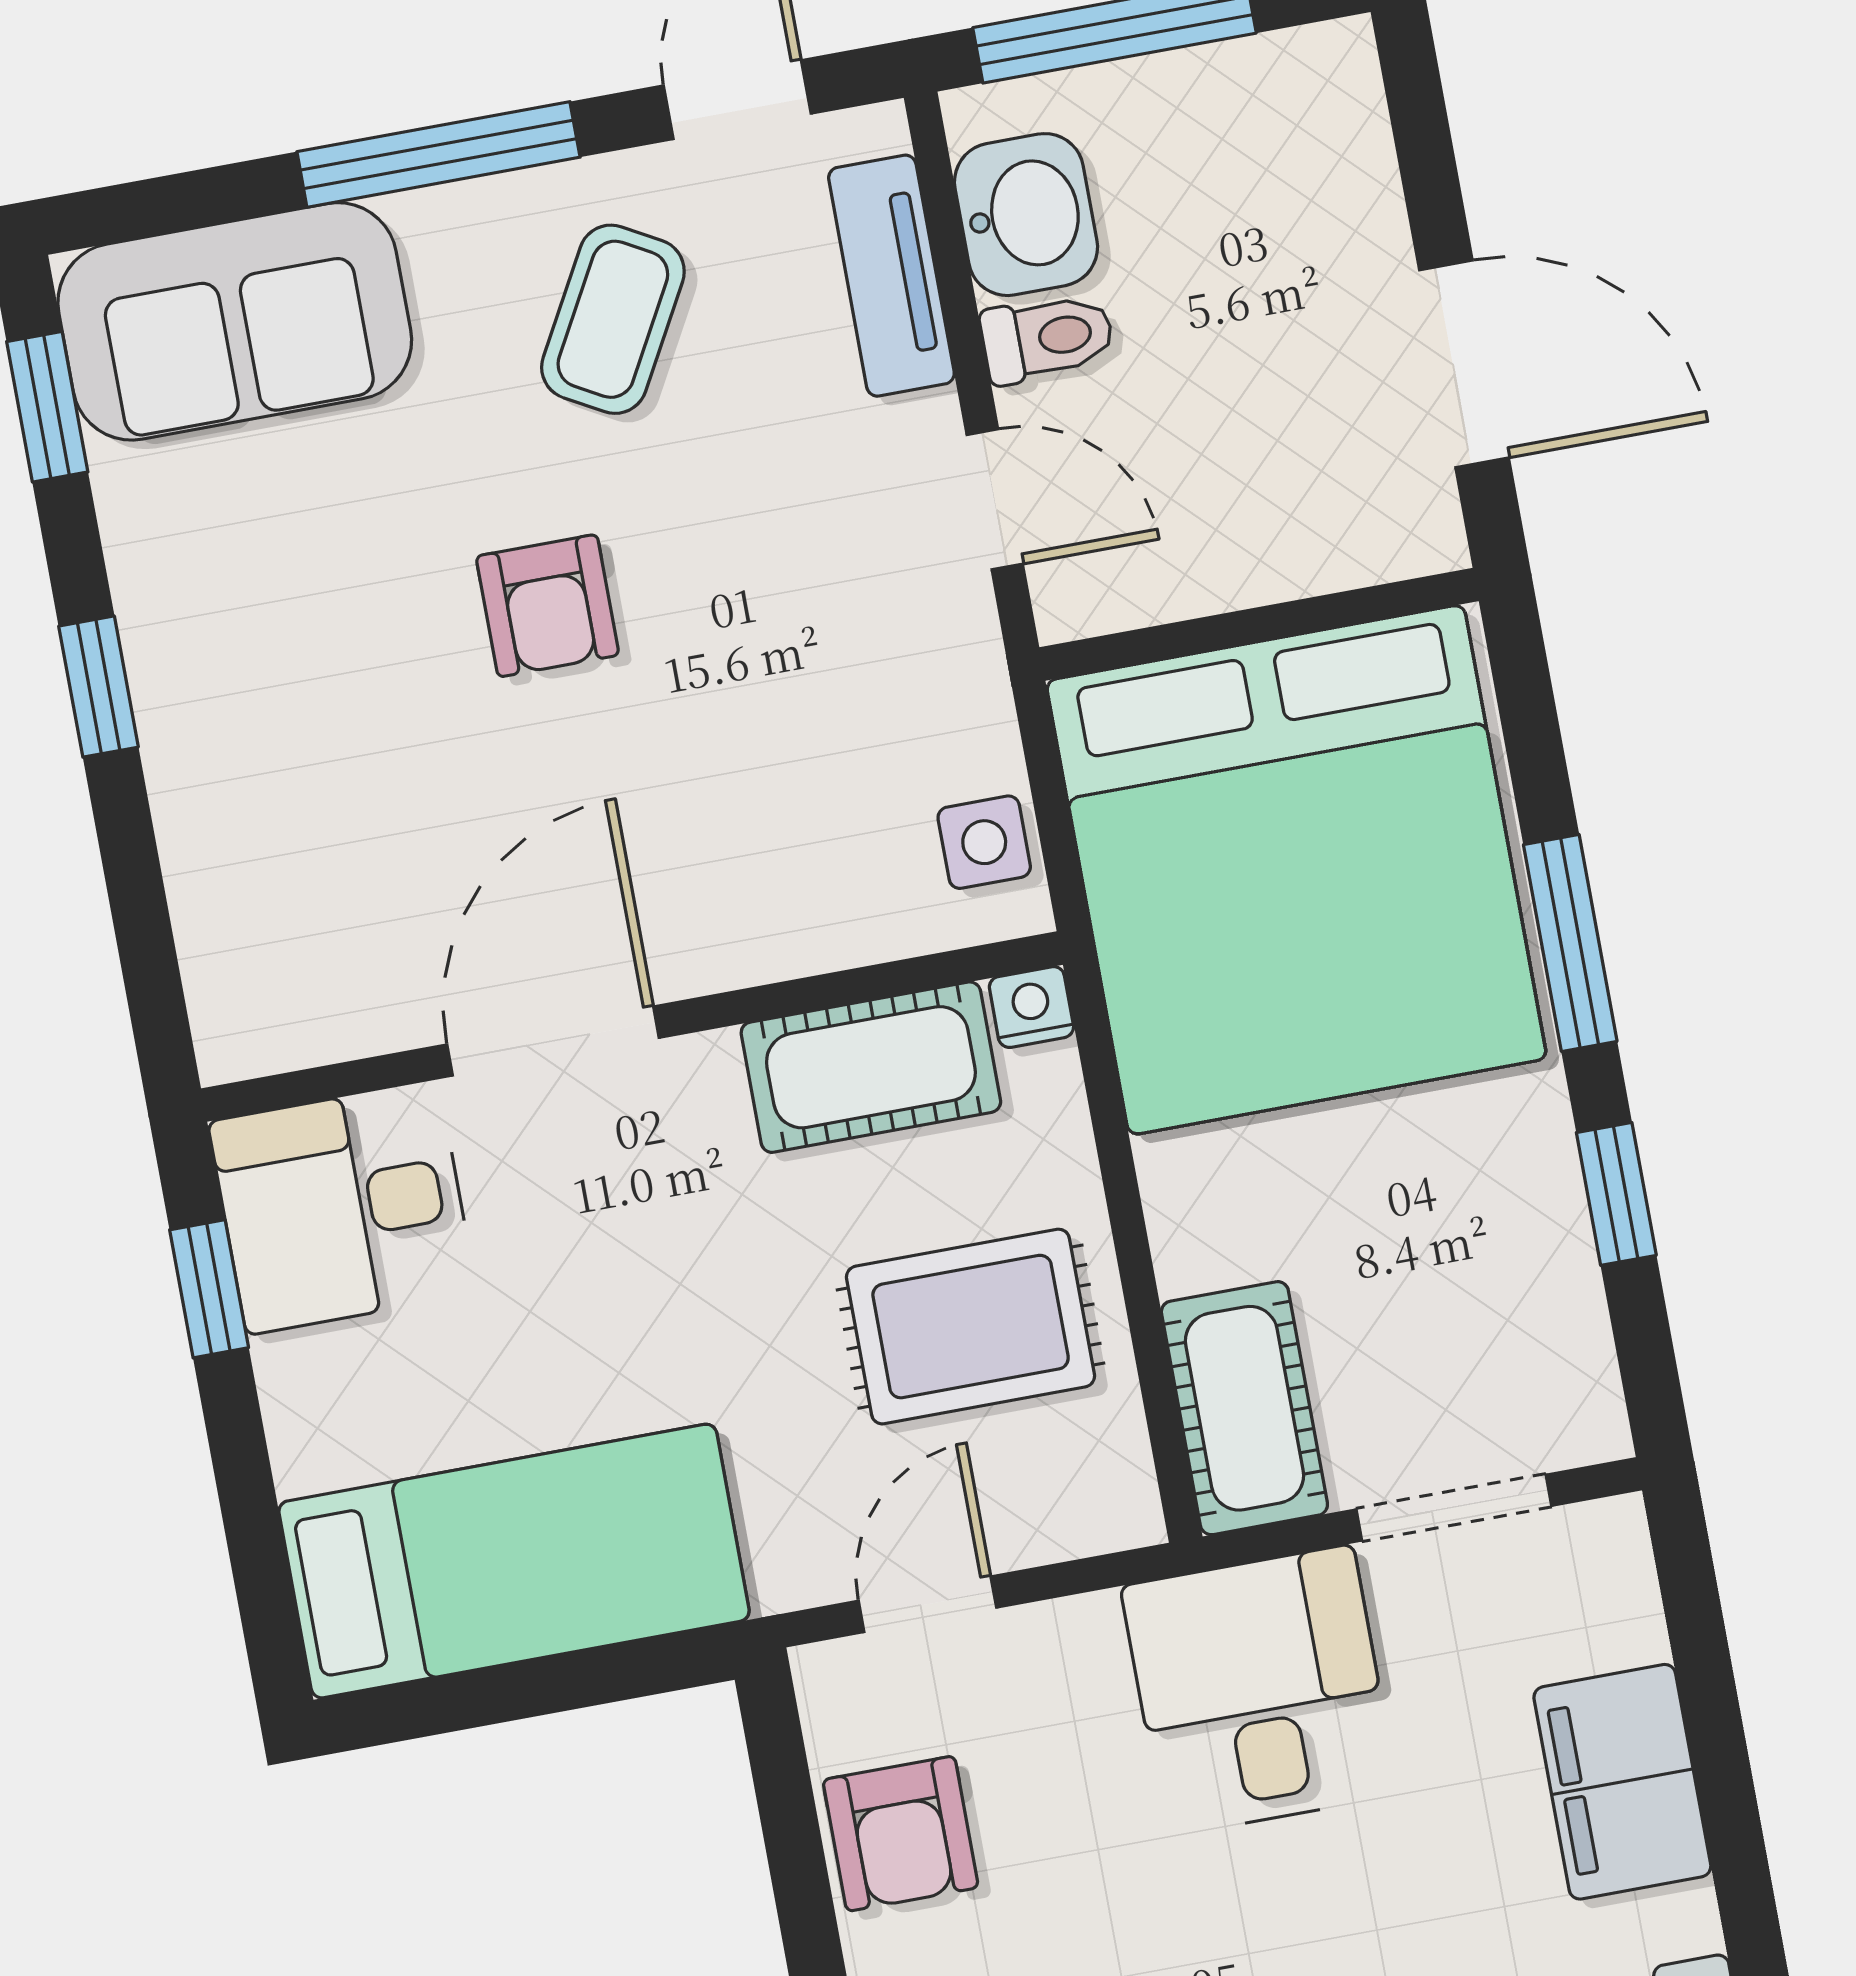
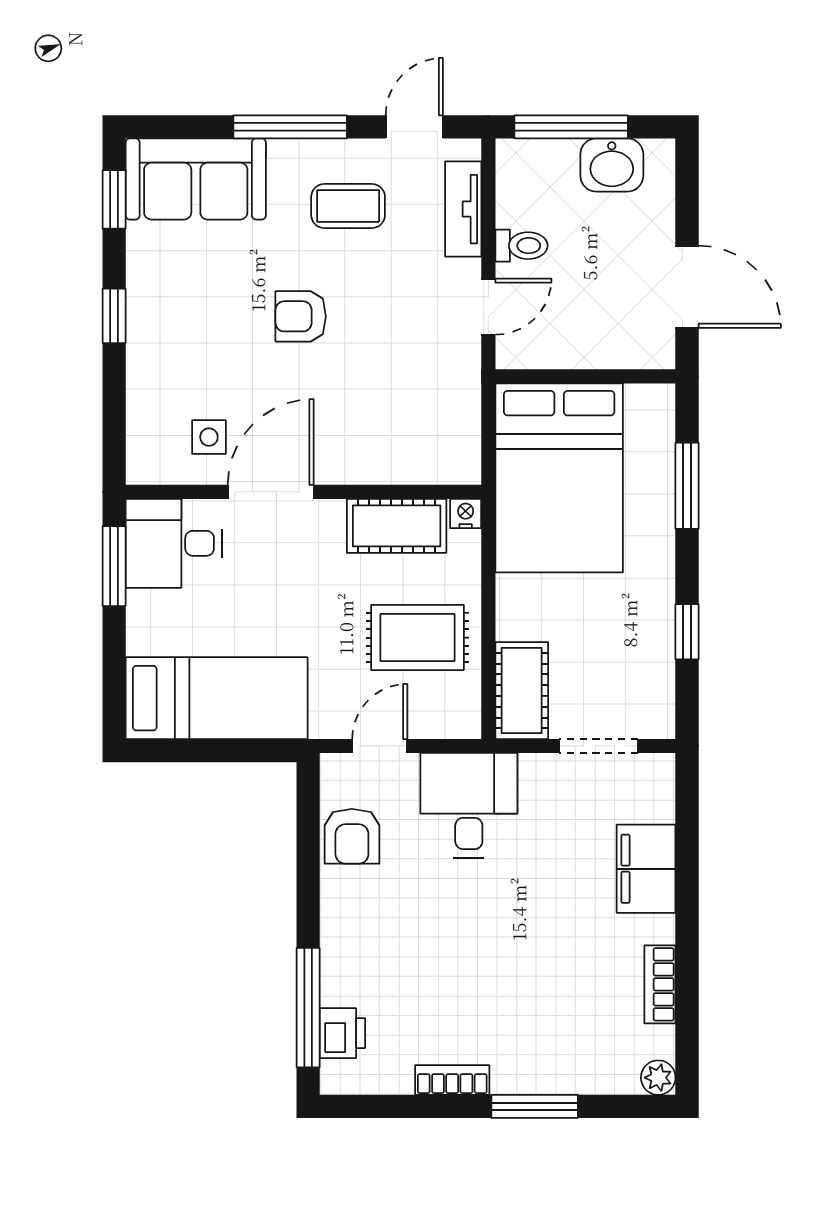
washbasin: (1026, 215) -> (612, 165), moved, turned 90
coffee table: (613, 319) -> (348, 206), turned 61
door: (995, 499) -> (488, 307), hinge flipped
armchair: (548, 606) -> (301, 316), turned 90
side table: (984, 842) -> (209, 437), moved
bed: (1296, 870) -> (559, 478), width x0.73
window: (1570, 943) -> (687, 486), moved
window: (209, 1289) -> (114, 566), width x1.50
desk: (1259, 1691) -> (469, 805), moved

